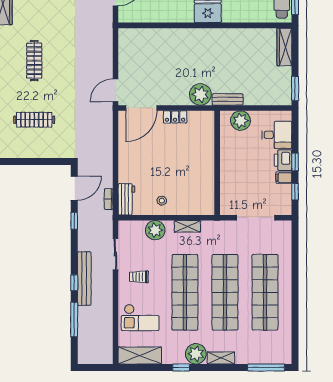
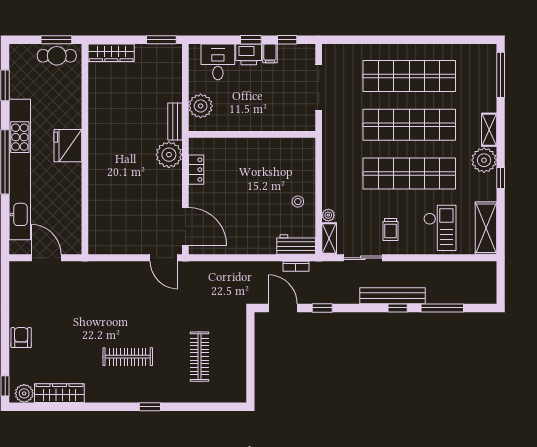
locker: (175, 117) -> (196, 170), moved
shelving: (187, 226) -> (329, 239), moved
plant: (155, 230) -> (328, 215), width x0.53, depth x0.53

